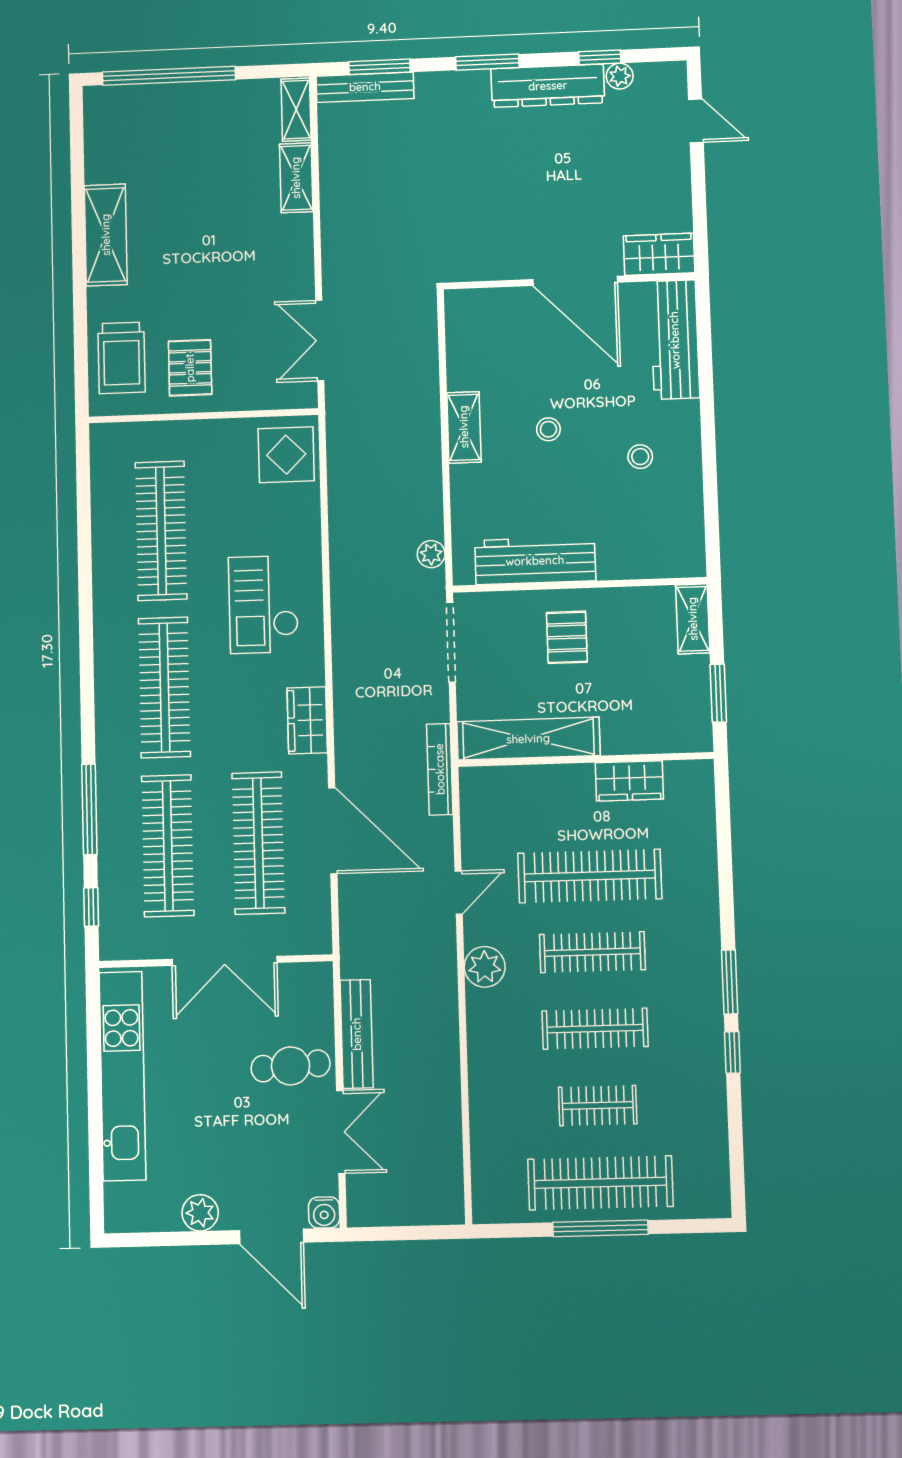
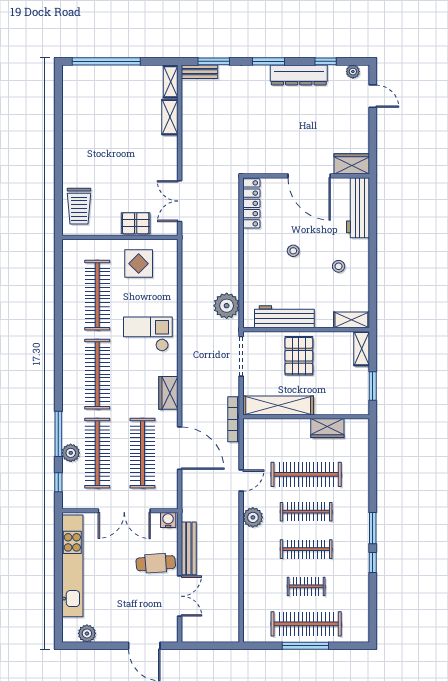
plant: (620, 76) -> (353, 72), moved
bench: (365, 87) -> (199, 72), width x0.73
shelving: (106, 235) -> (72, 143), removed
locker: (462, 339) -> (251, 203), added
pallet: (190, 368) -> (136, 223), moved, turned 90
shelving: (464, 427) -> (351, 320), moved, turned 90
display table: (286, 455) -> (139, 264), moved
plant: (431, 554) -> (227, 306), width x1.88, depth x1.88
checkout: (264, 604) -> (148, 334), turned 90
pallet: (567, 637) -> (299, 356), width x1.50, depth x1.42
plant: (115, 847) -> (71, 453), added
water cooler: (324, 1212) -> (168, 520), moved, turned 180
plant: (200, 1213) -> (87, 633), moved

